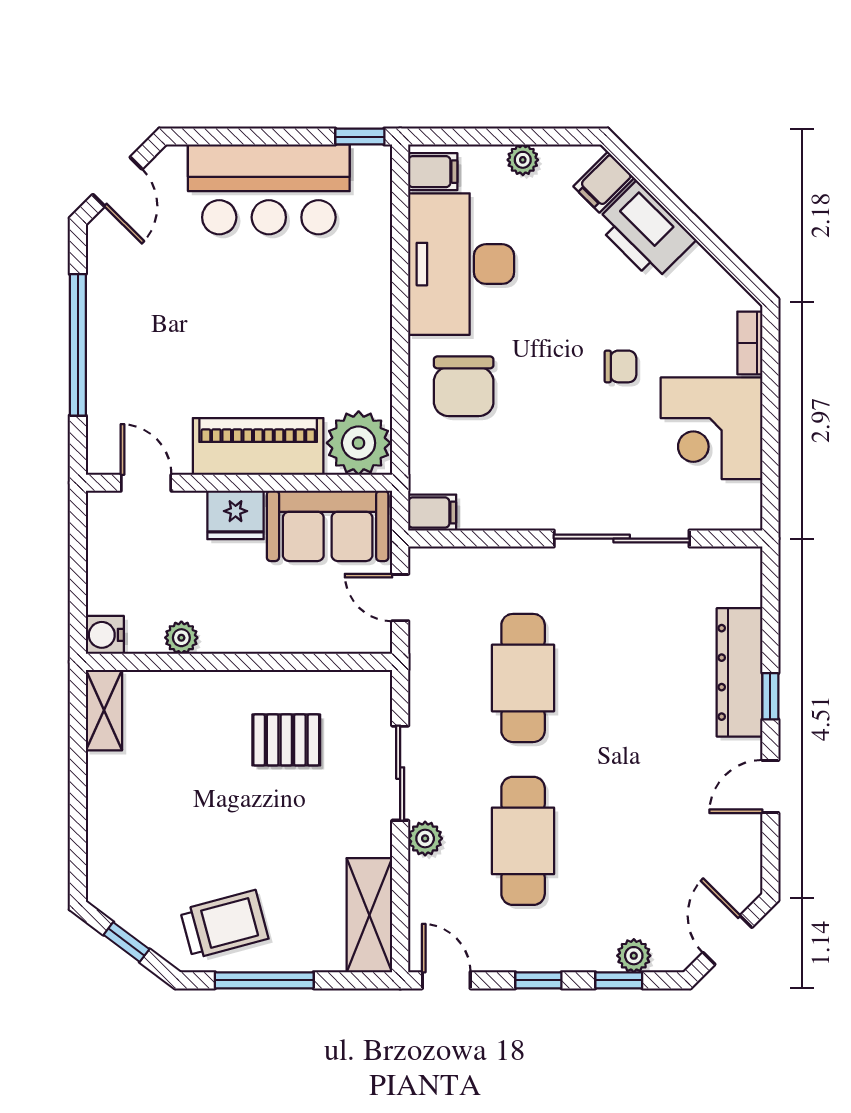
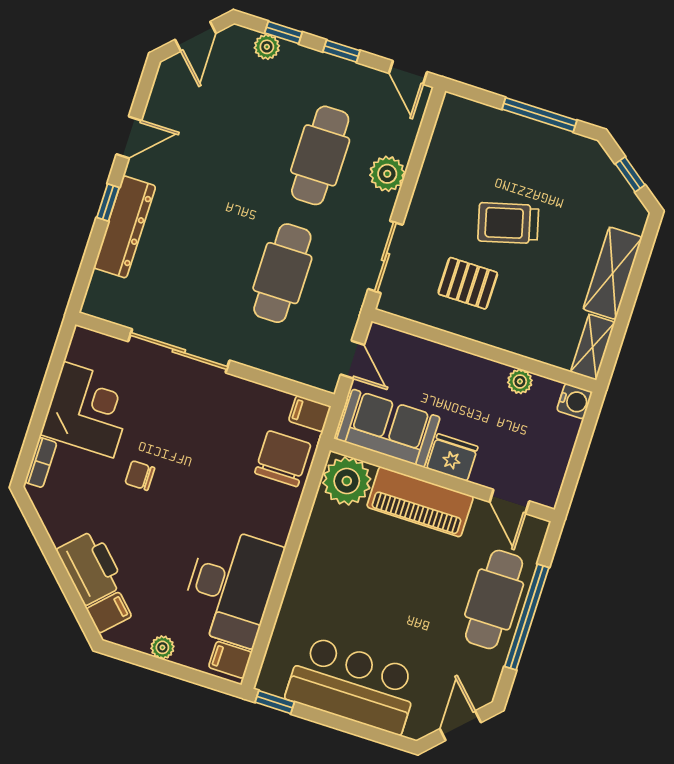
cafe table: (126, 354) -> (494, 599), added
chair: (464, 386) -> (283, 459), moved
sliding door: (400, 773) -> (385, 257), moved
plant: (425, 838) -> (387, 174), width x1.38, depth x1.38
shelving: (369, 915) -> (613, 273), moved
trolley: (224, 924) -> (508, 223), moved

